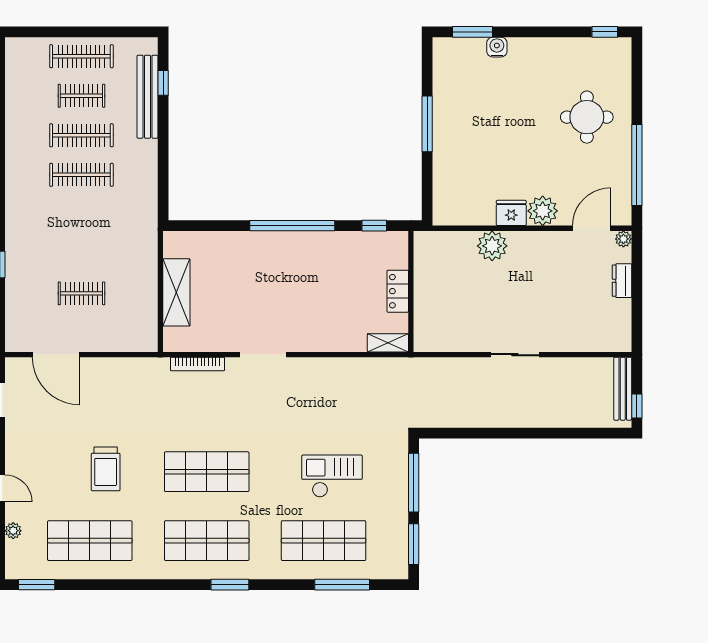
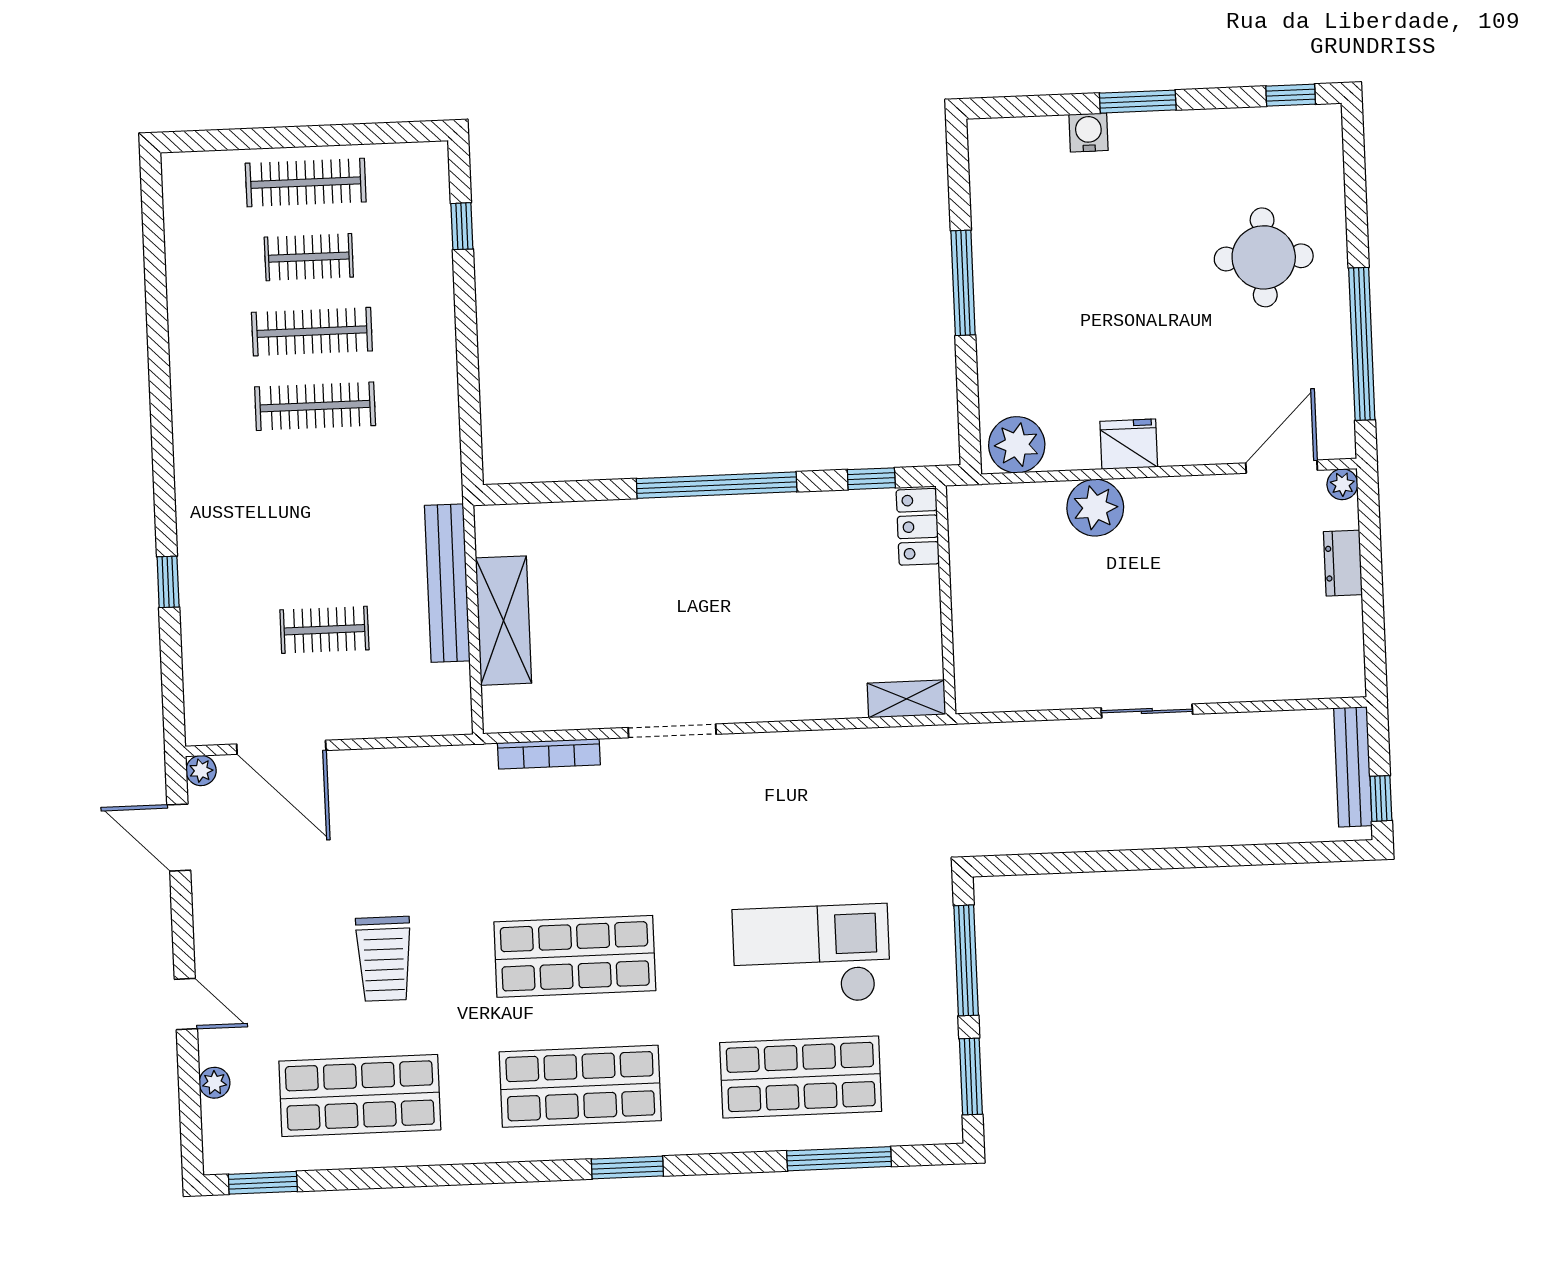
window: (473, 32) -> (1138, 102), moved
bench: (147, 97) -> (447, 583), moved
plant: (543, 211) -> (1017, 445), moved
locker: (398, 291) -> (918, 527), moved
plant: (13, 365) -> (201, 771), added
checkout: (332, 476) -> (811, 955), width x1.36, depth x1.21

